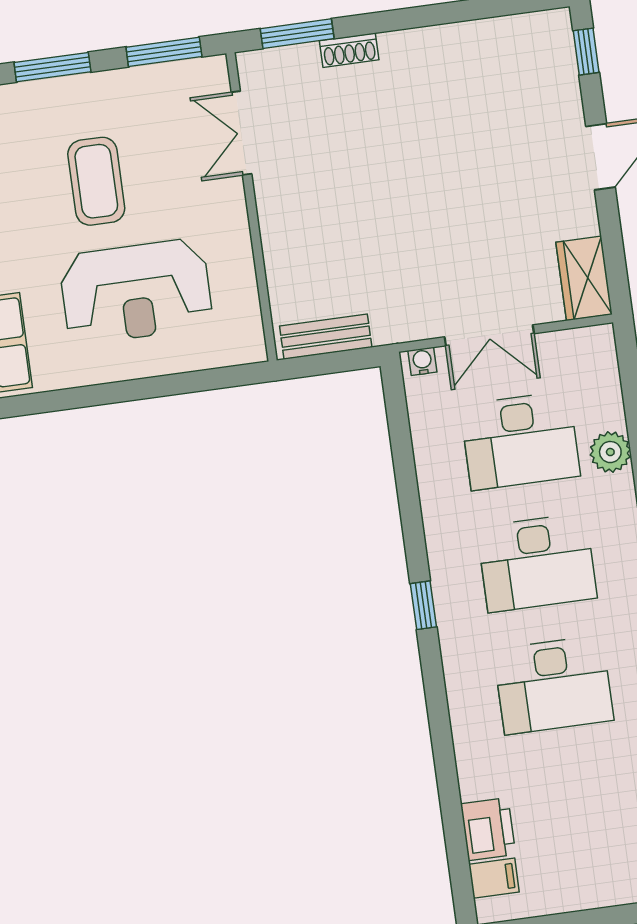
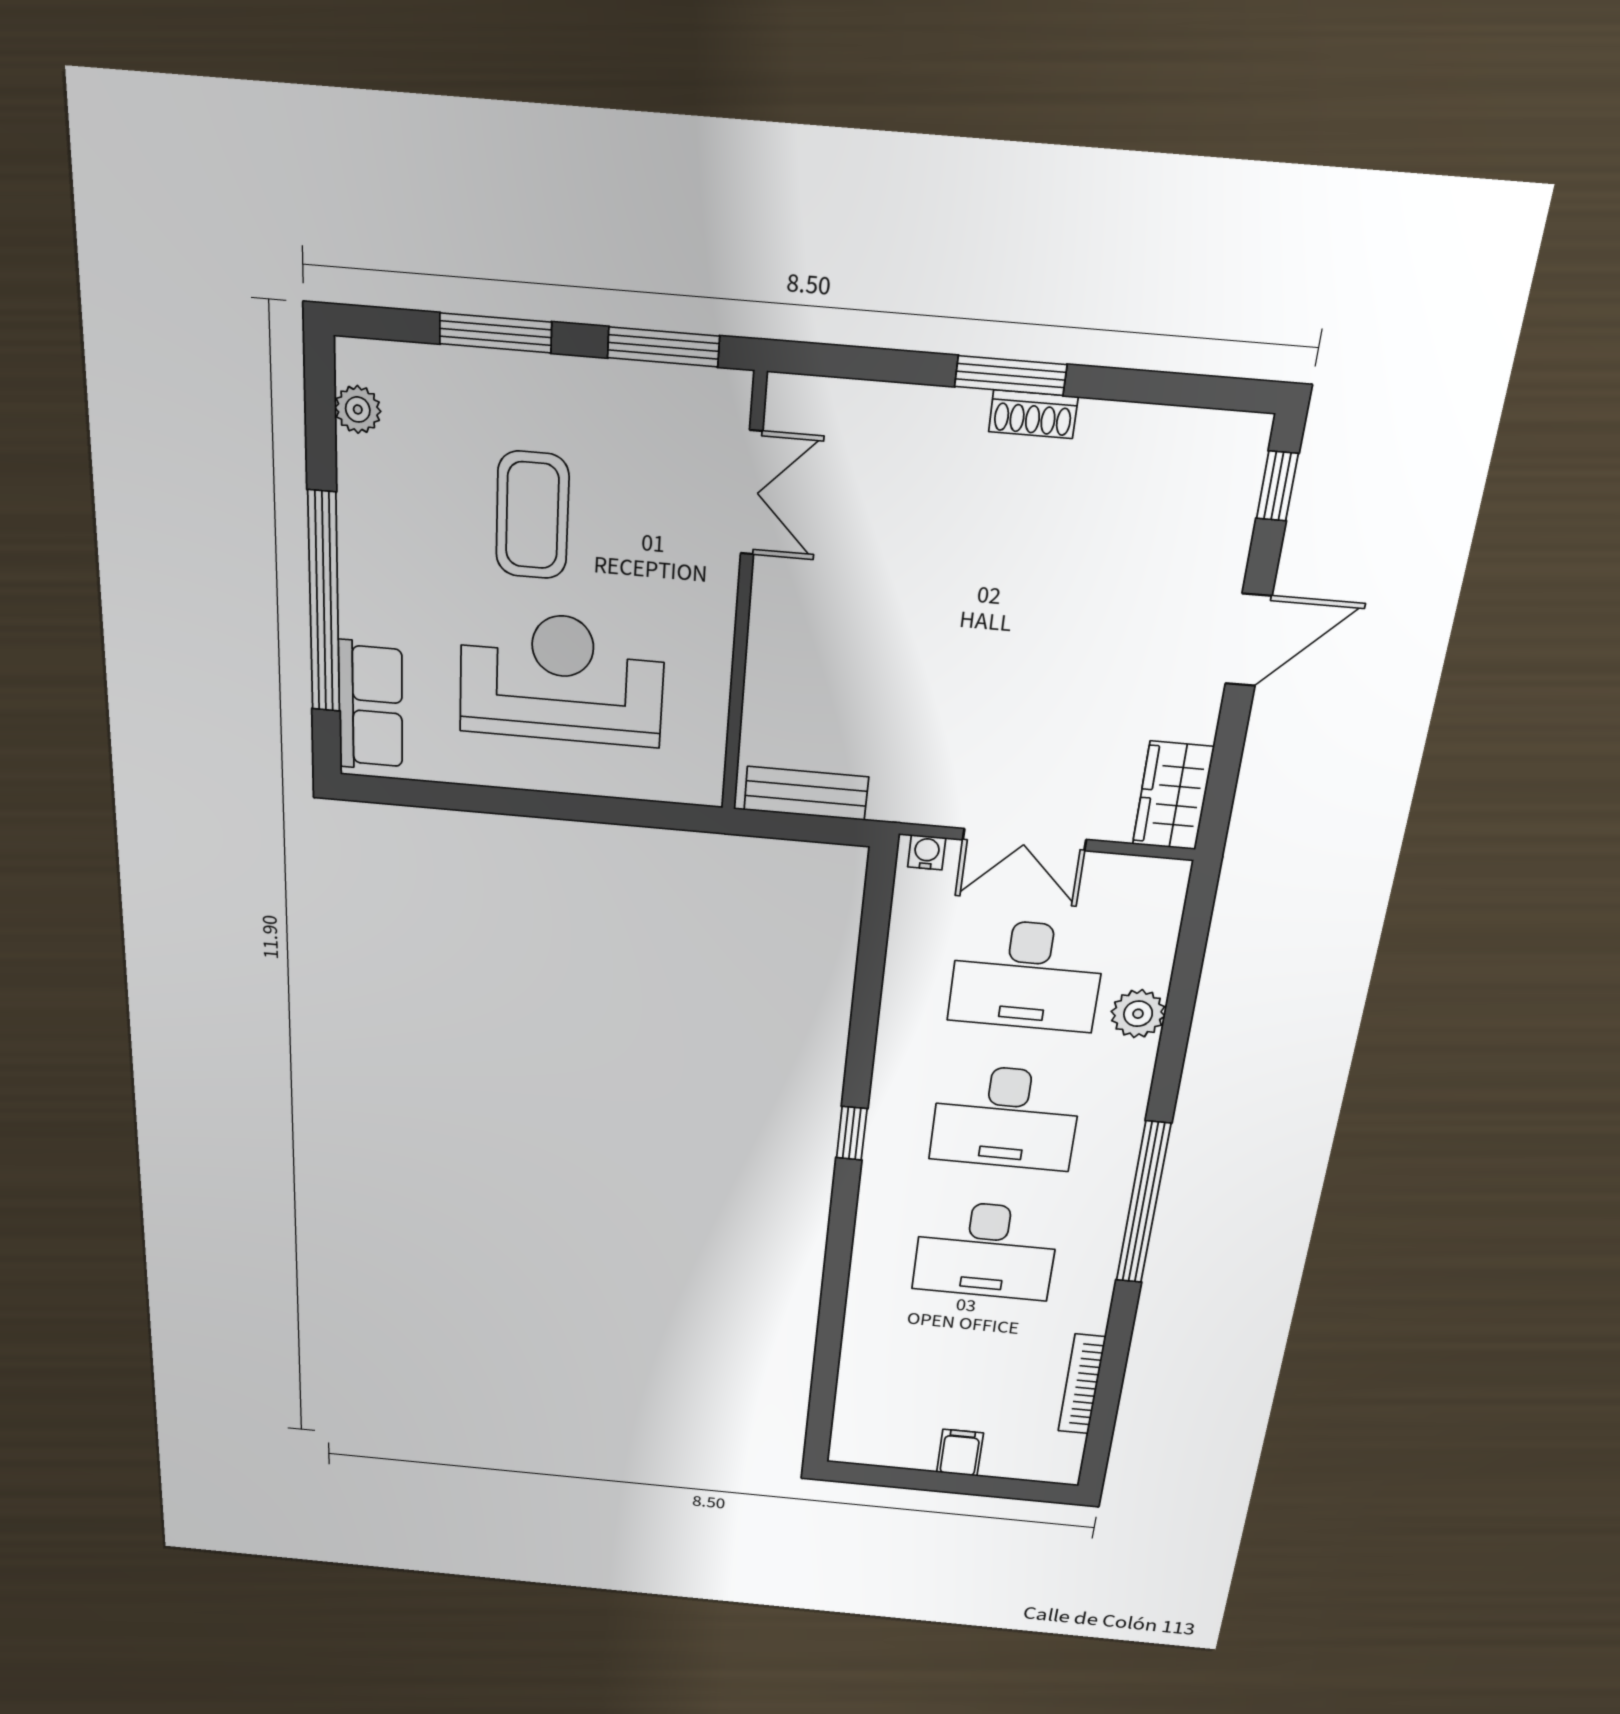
window: (297, 34) -> (1011, 376), moved
shoe rack: (349, 50) -> (1033, 414), moved
double door: (241, 133) -> (752, 493), swing flipped
reception desk: (136, 292) -> (562, 678), turned 180
printer: (488, 829) -> (865, 1375), removed
filing cabinet: (494, 878) -> (960, 1453), moved, turned -90

